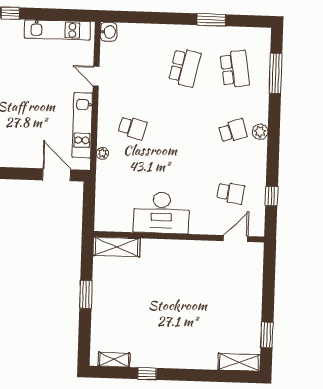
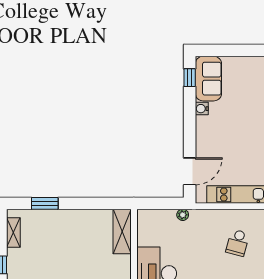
plant: (102, 153) -> (183, 215), moved
window: (86, 295) -> (45, 203), moved

